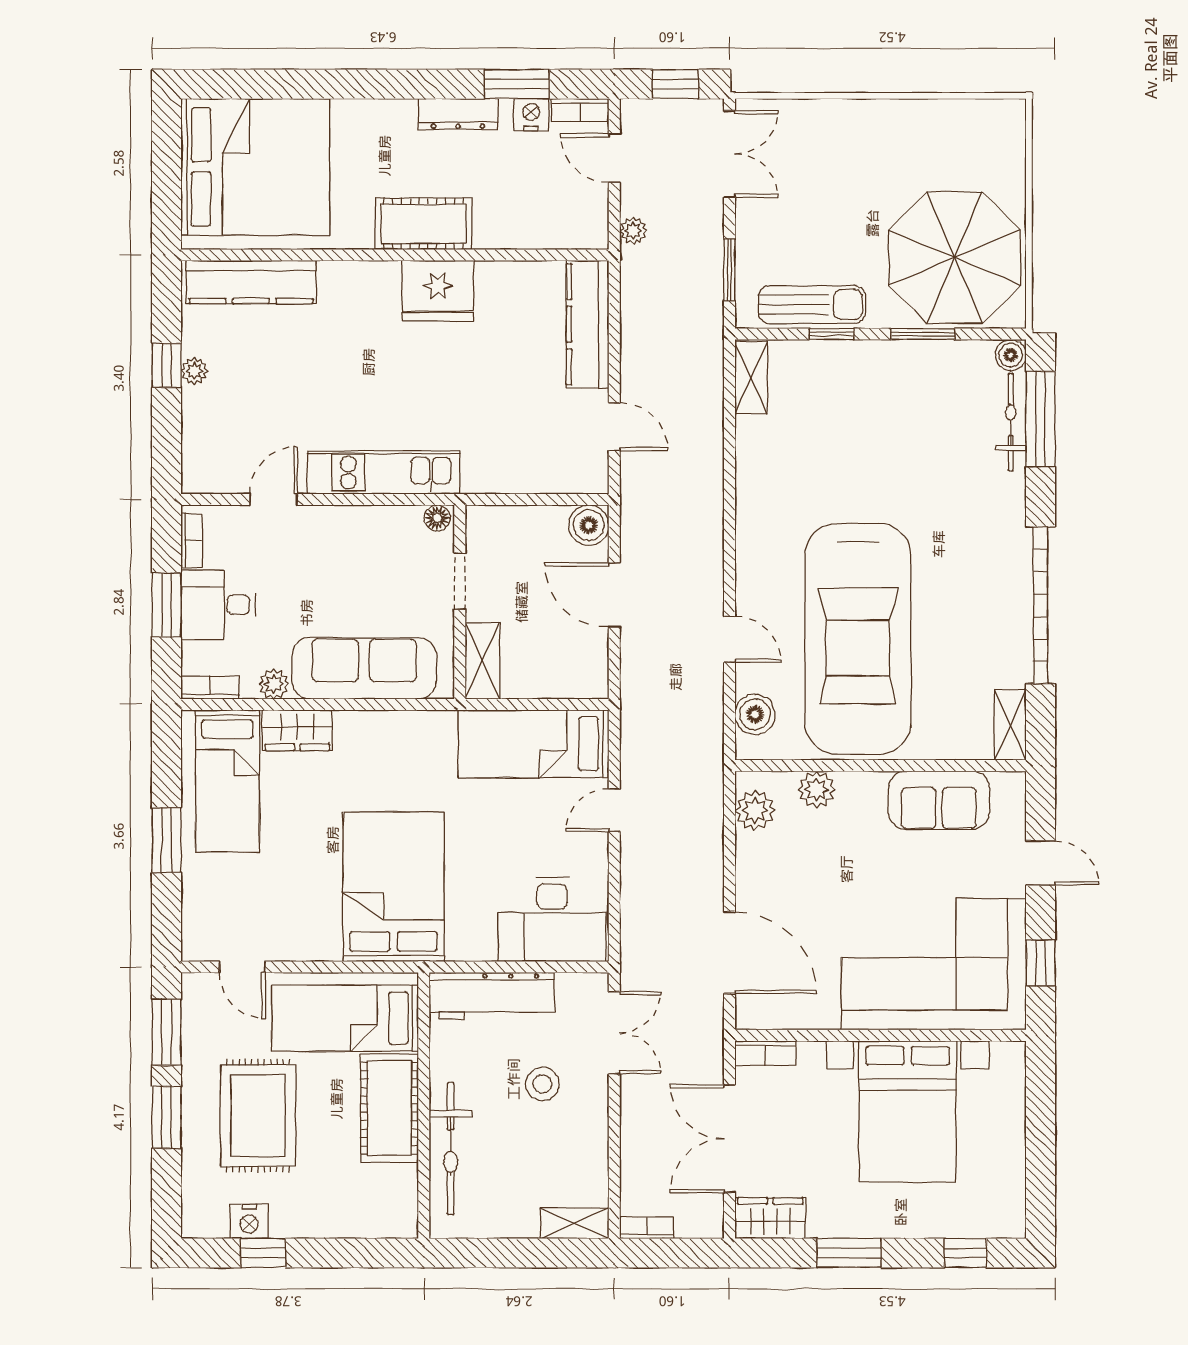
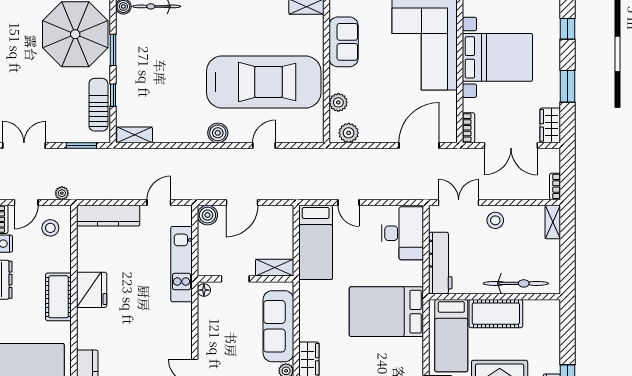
stool: (563, 207) -> (50, 228), added
kitchen unit: (384, 473) -> (182, 264), moved
boiler: (755, 714) -> (218, 133), moved
stool: (542, 1084) -> (495, 220), moved

